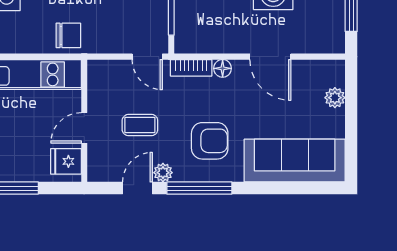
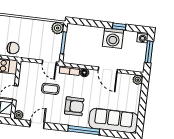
plant: (335, 98) -> (138, 80), moved
coffee table: (140, 125) -> (50, 89), moved
plant: (163, 173) -> (19, 115), moved
window: (199, 188) -> (84, 130), moved

